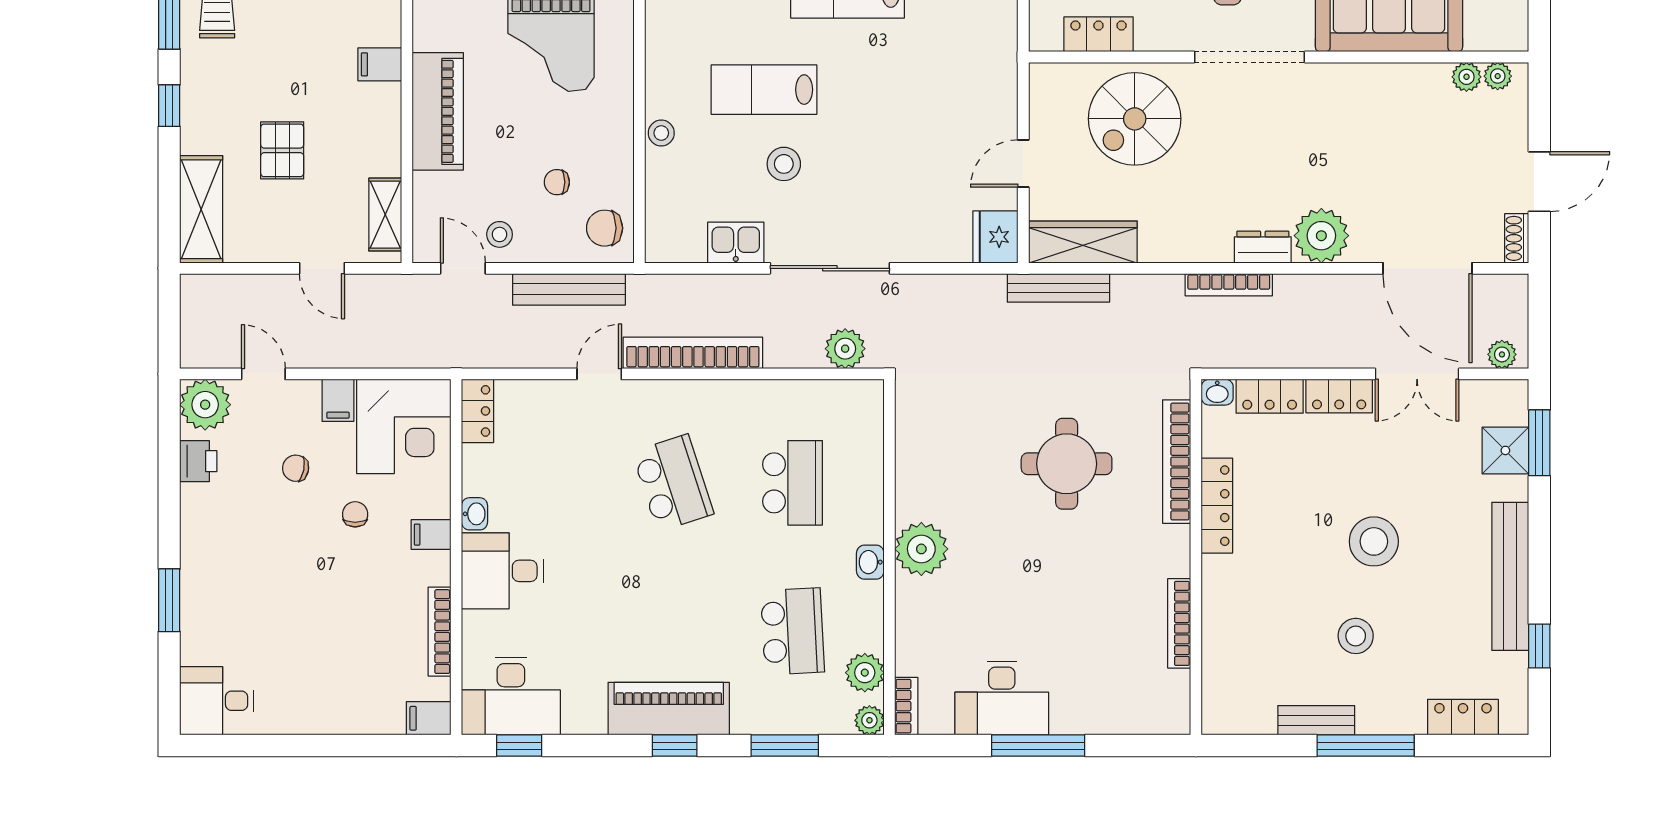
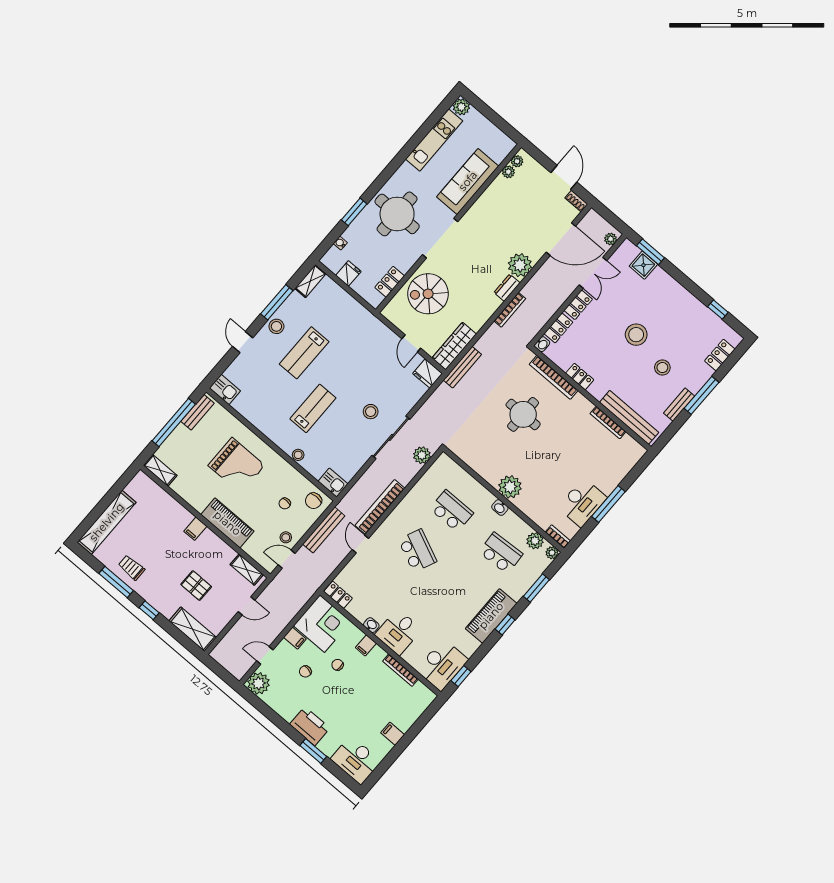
lab bench: (764, 90) -> (313, 408), turned 180
spiral stairs: (1135, 119) -> (428, 294), turned 90
stool: (784, 164) -> (371, 412), moved
kitchen sink: (736, 243) -> (333, 483), moved, turned 90
printer: (198, 461) -> (310, 726), moved, width x1.87, depth x1.48
school desk: (673, 483) -> (417, 550), turned 42
locker: (1217, 506) -> (580, 377), width x0.66
bench: (1510, 576) -> (629, 417), moved
desk: (217, 701) -> (356, 760), width x1.37
filing cabinet: (429, 718) -> (393, 734), moved, turned 90

